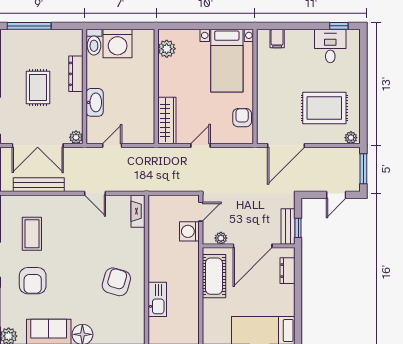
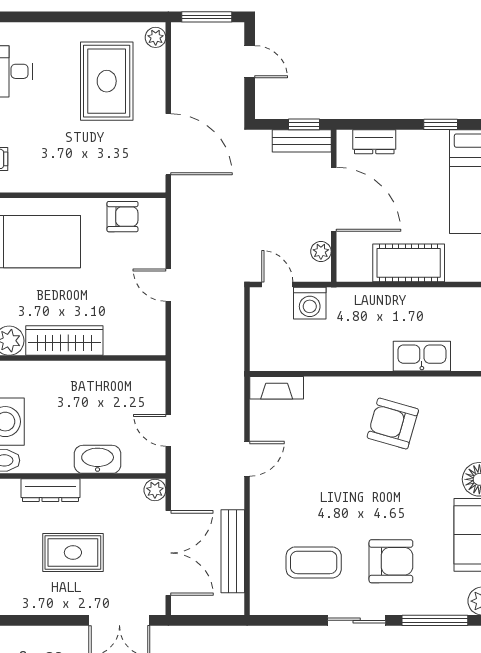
armchair: (242, 118) -> (123, 217), turned 180
wardrobe: (167, 120) -> (64, 340), moved
cot: (214, 276) -> (409, 263), moved
window: (298, 311) -> (441, 124), added

